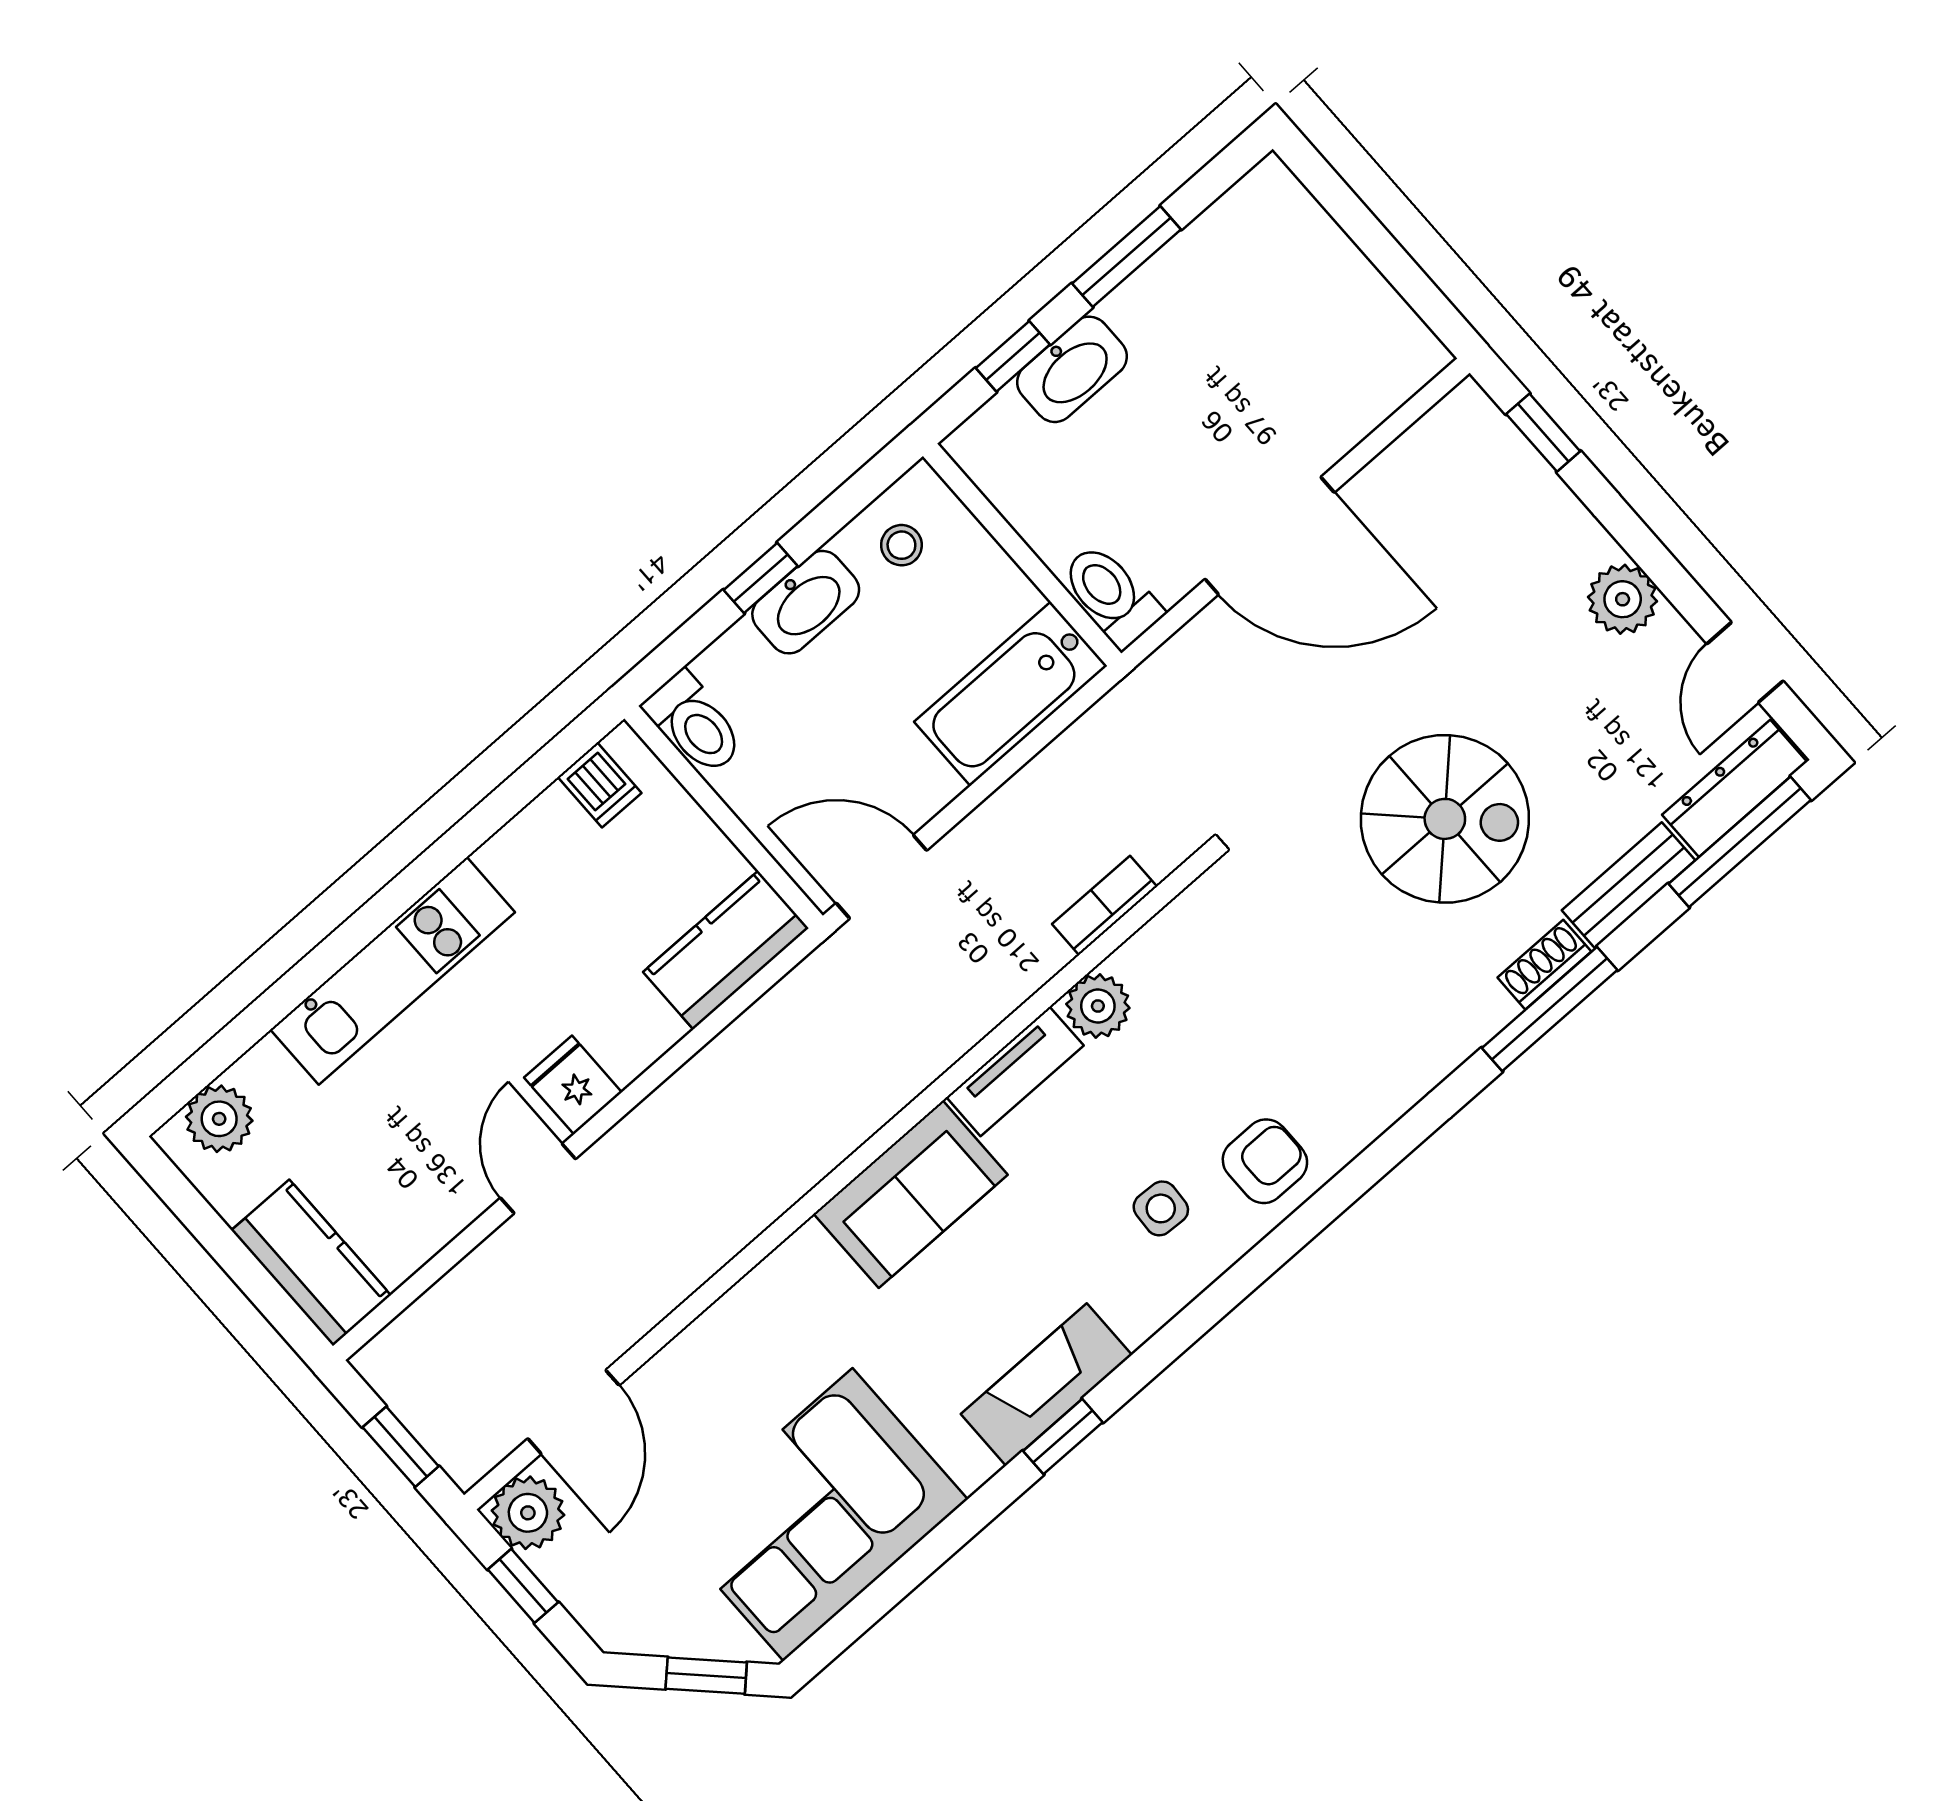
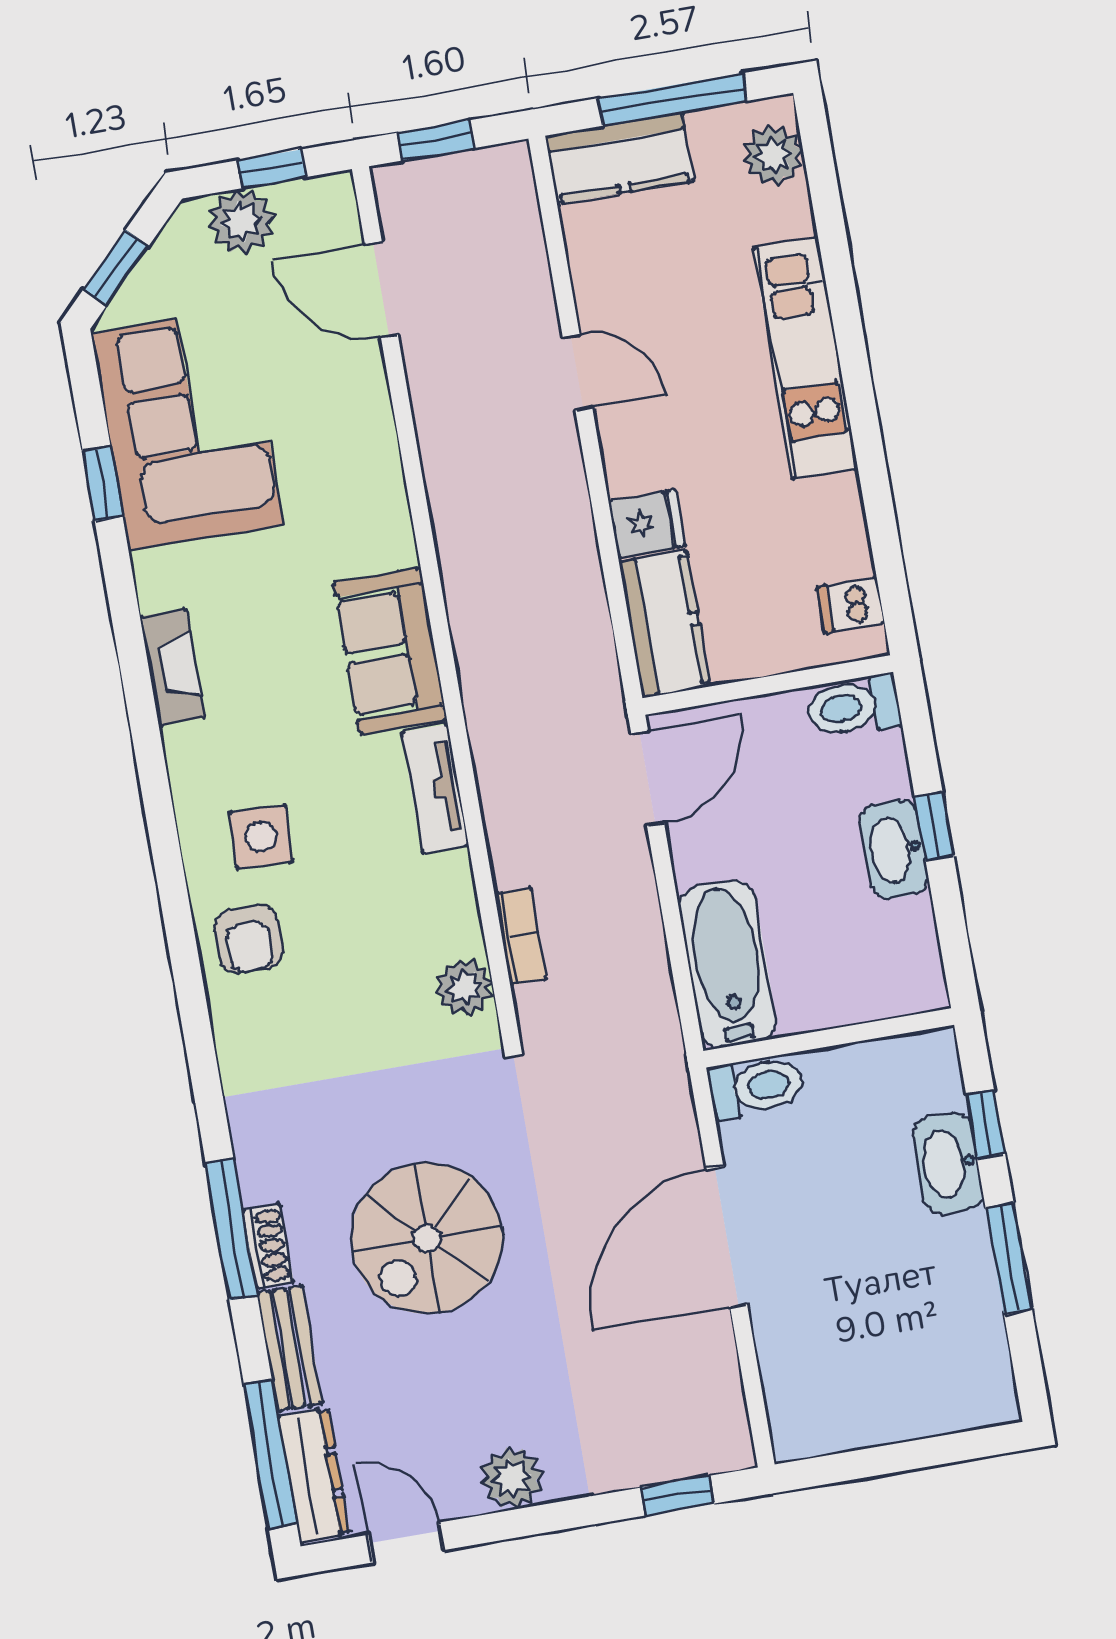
stool: (901, 545) -> (893, 950), removed
plant: (1098, 1006) -> (464, 987), moved
fridge: (573, 1085) -> (647, 523), moved
side table: (1161, 1208) -> (261, 837), width x1.37, depth x1.37
window: (225, 1247) -> (672, 100), added
fireplace: (1046, 1384) -> (172, 667), width x0.73, depth x0.76
window: (1063, 1437) -> (103, 484), moved
plant: (528, 1513) -> (241, 222), moved

